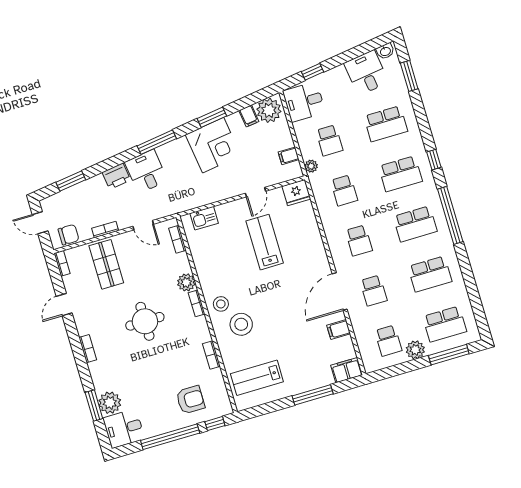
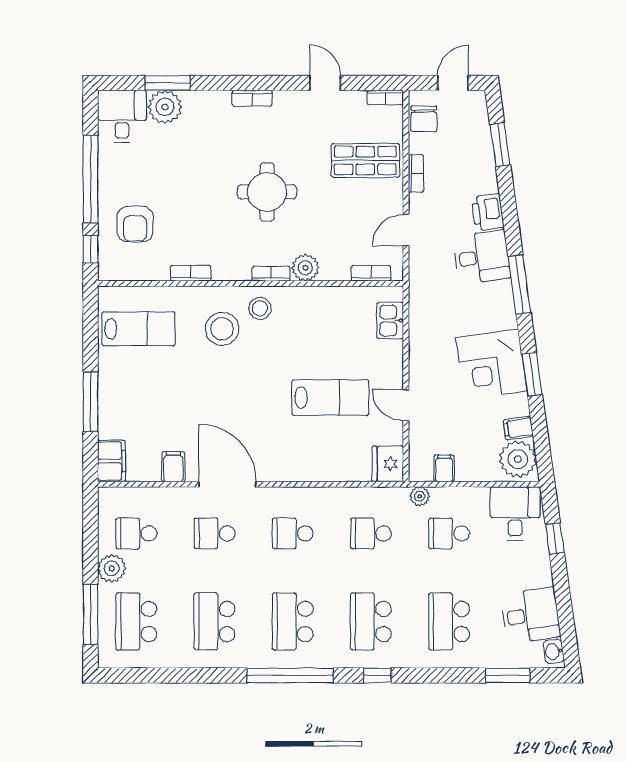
lab bench: (257, 378) -> (139, 329), turned 90

